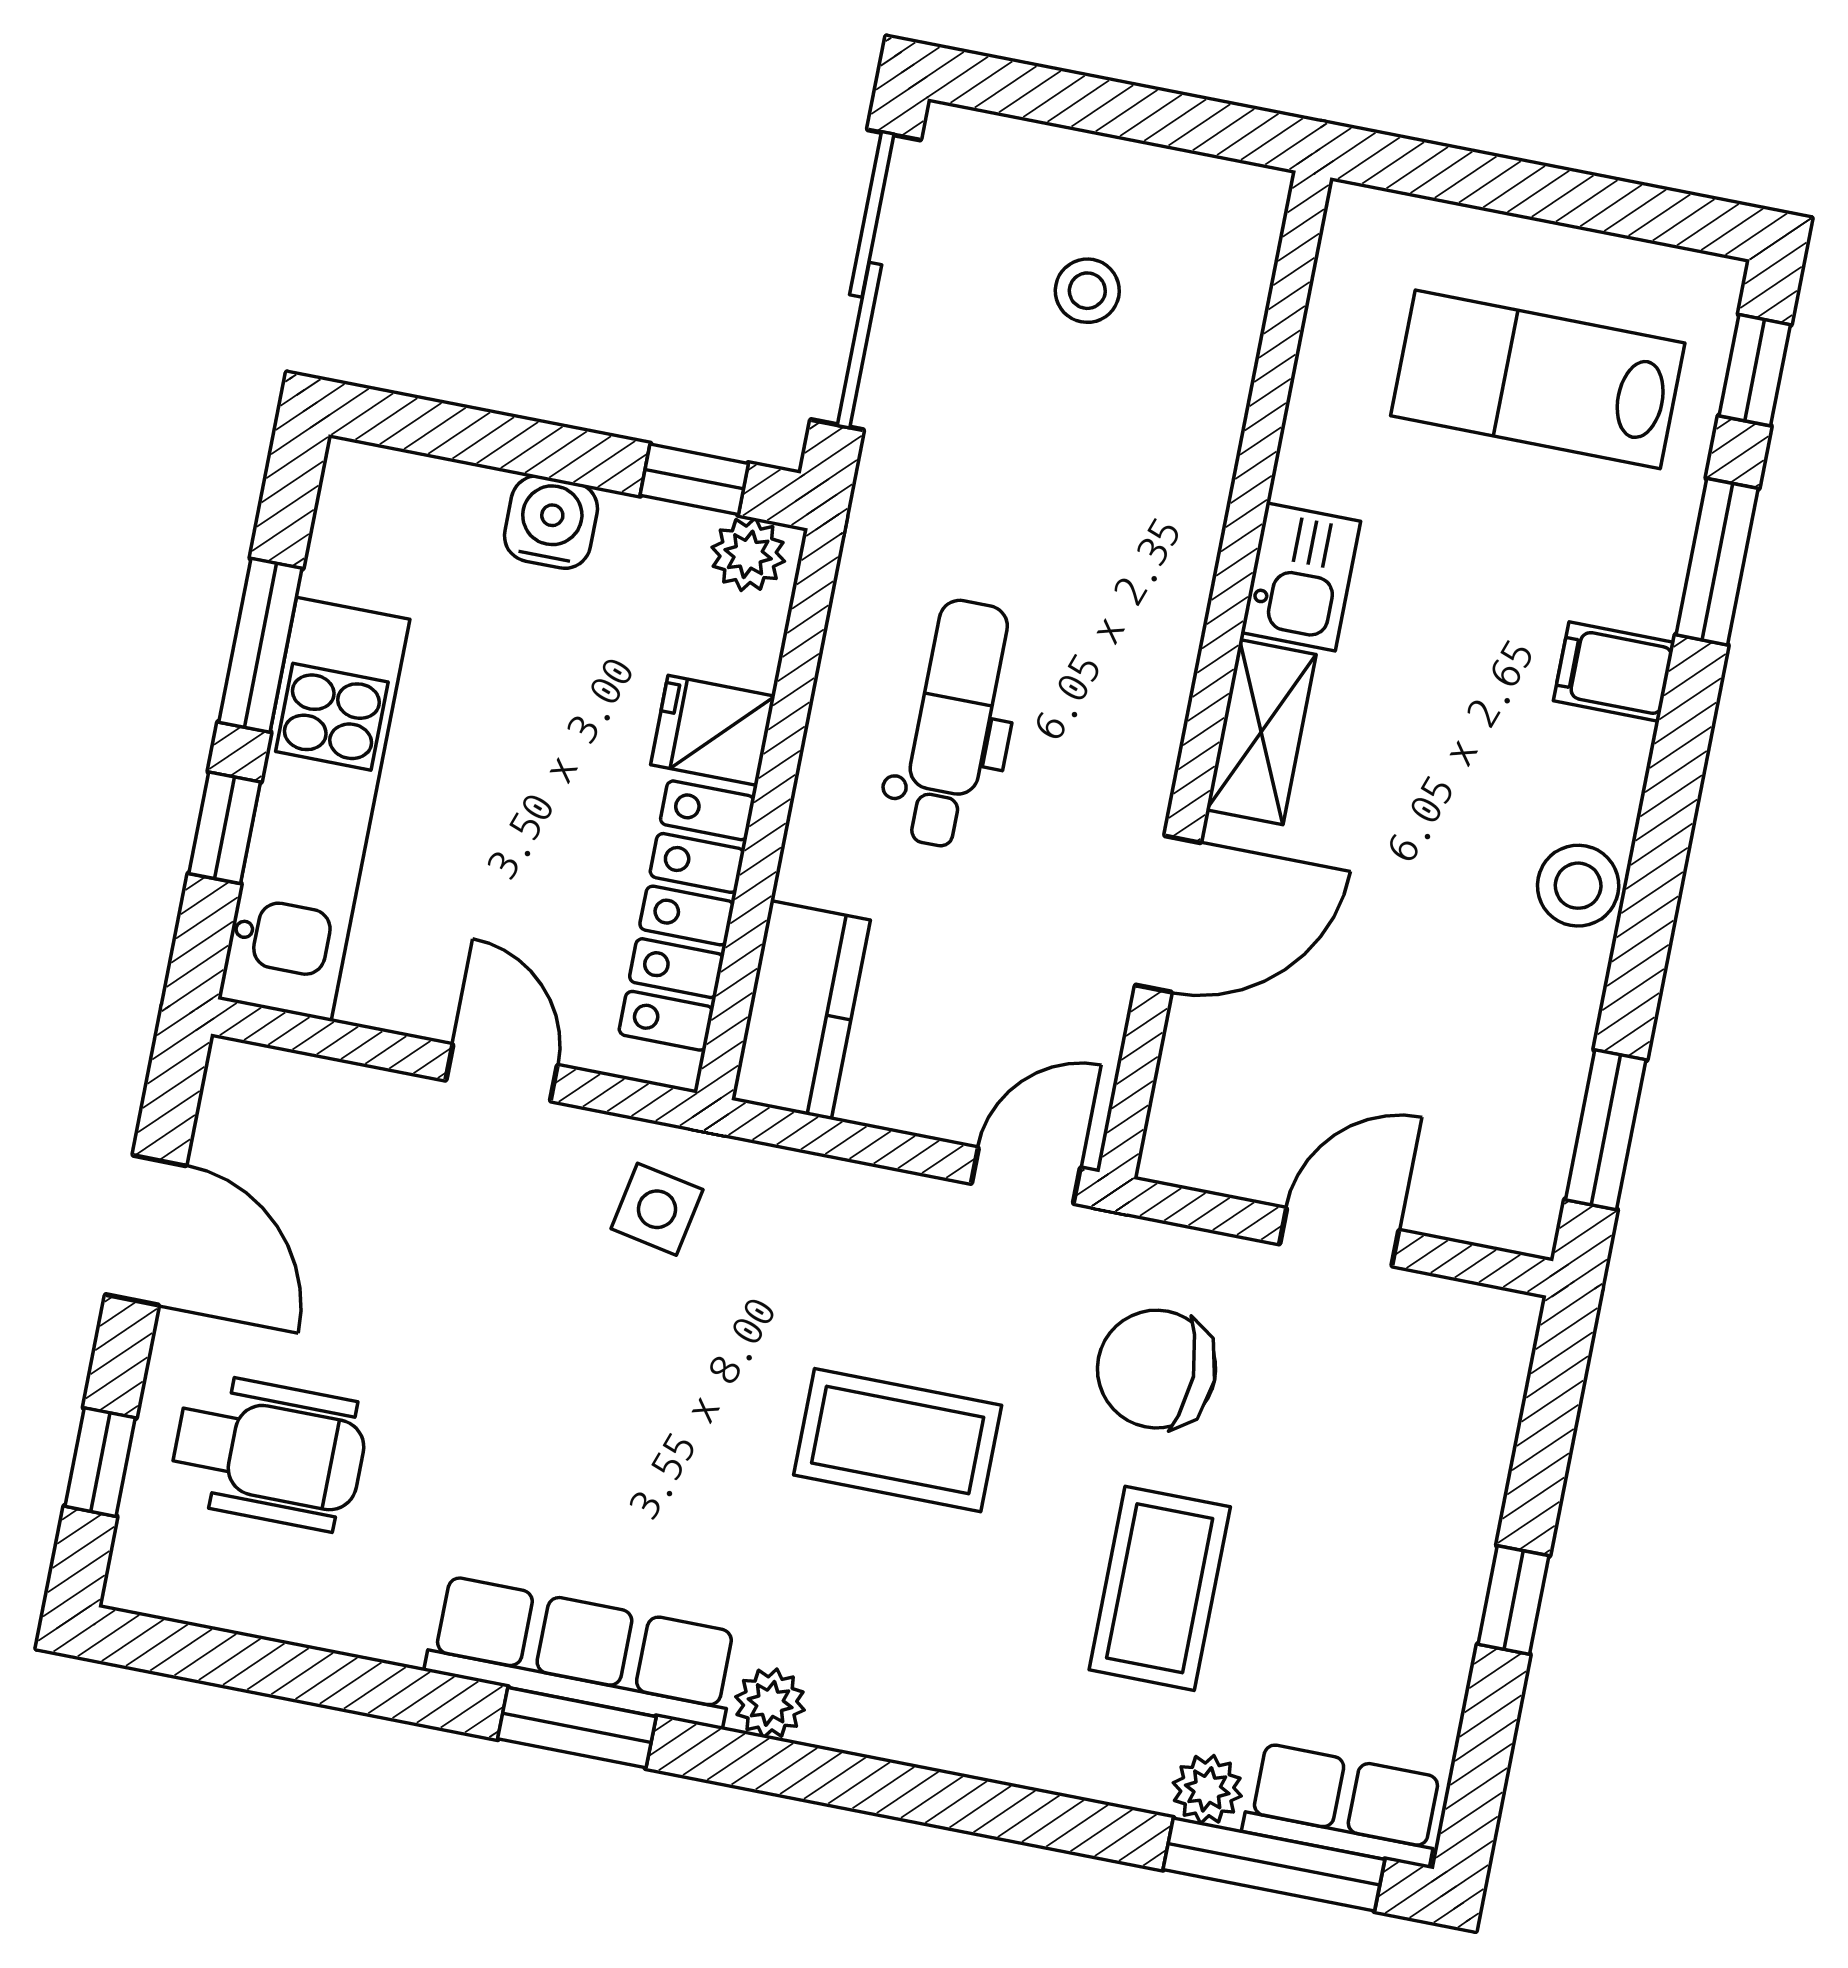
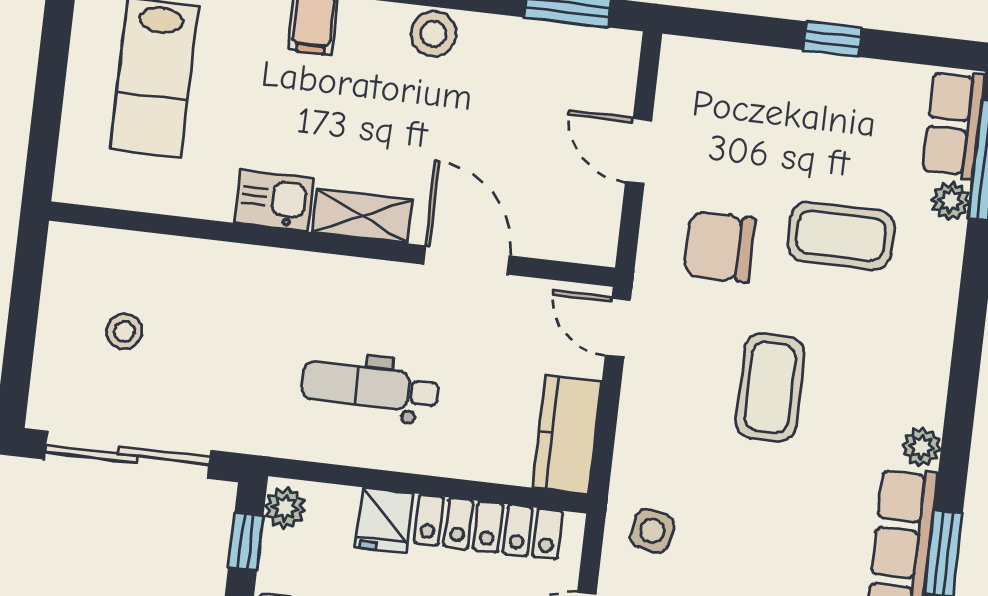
kitchen counter: (801, 1010) -> (567, 435), moved, turned -90
chair: (1157, 1369) -> (720, 247), turned 90

